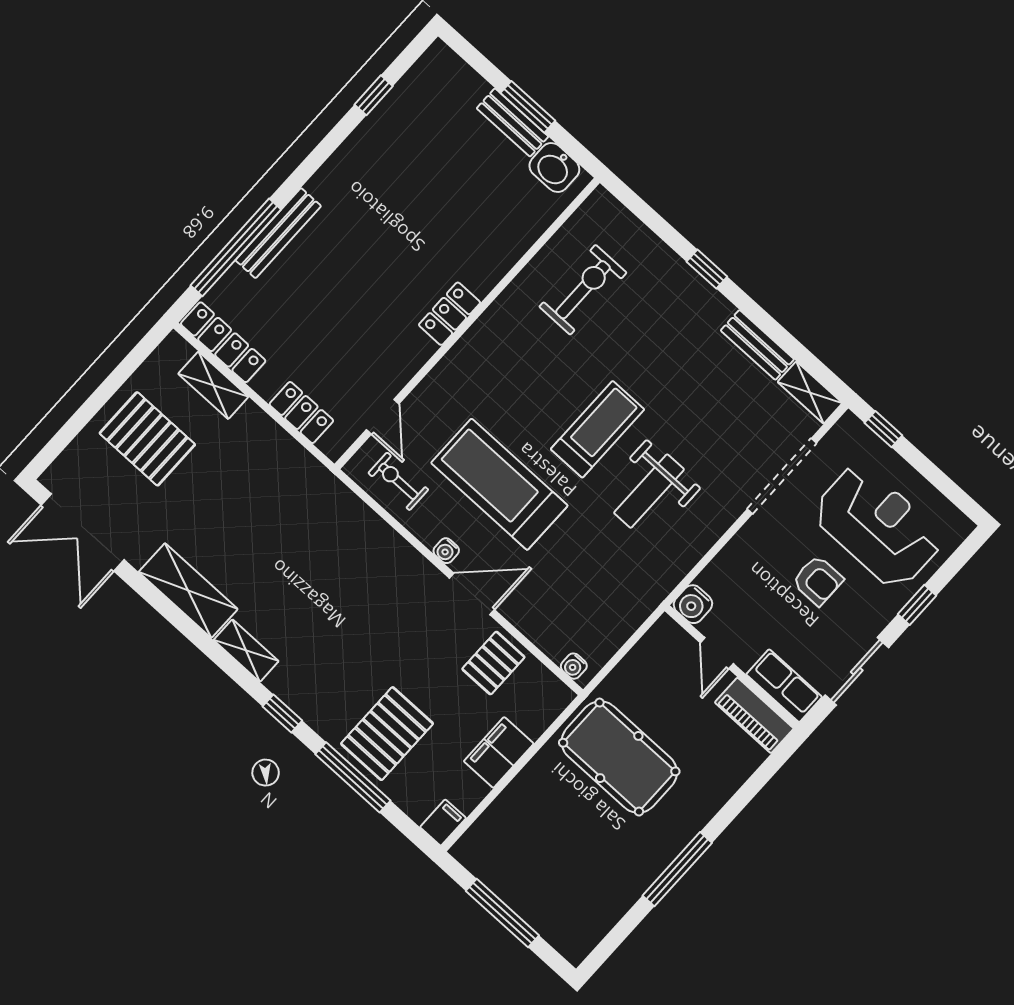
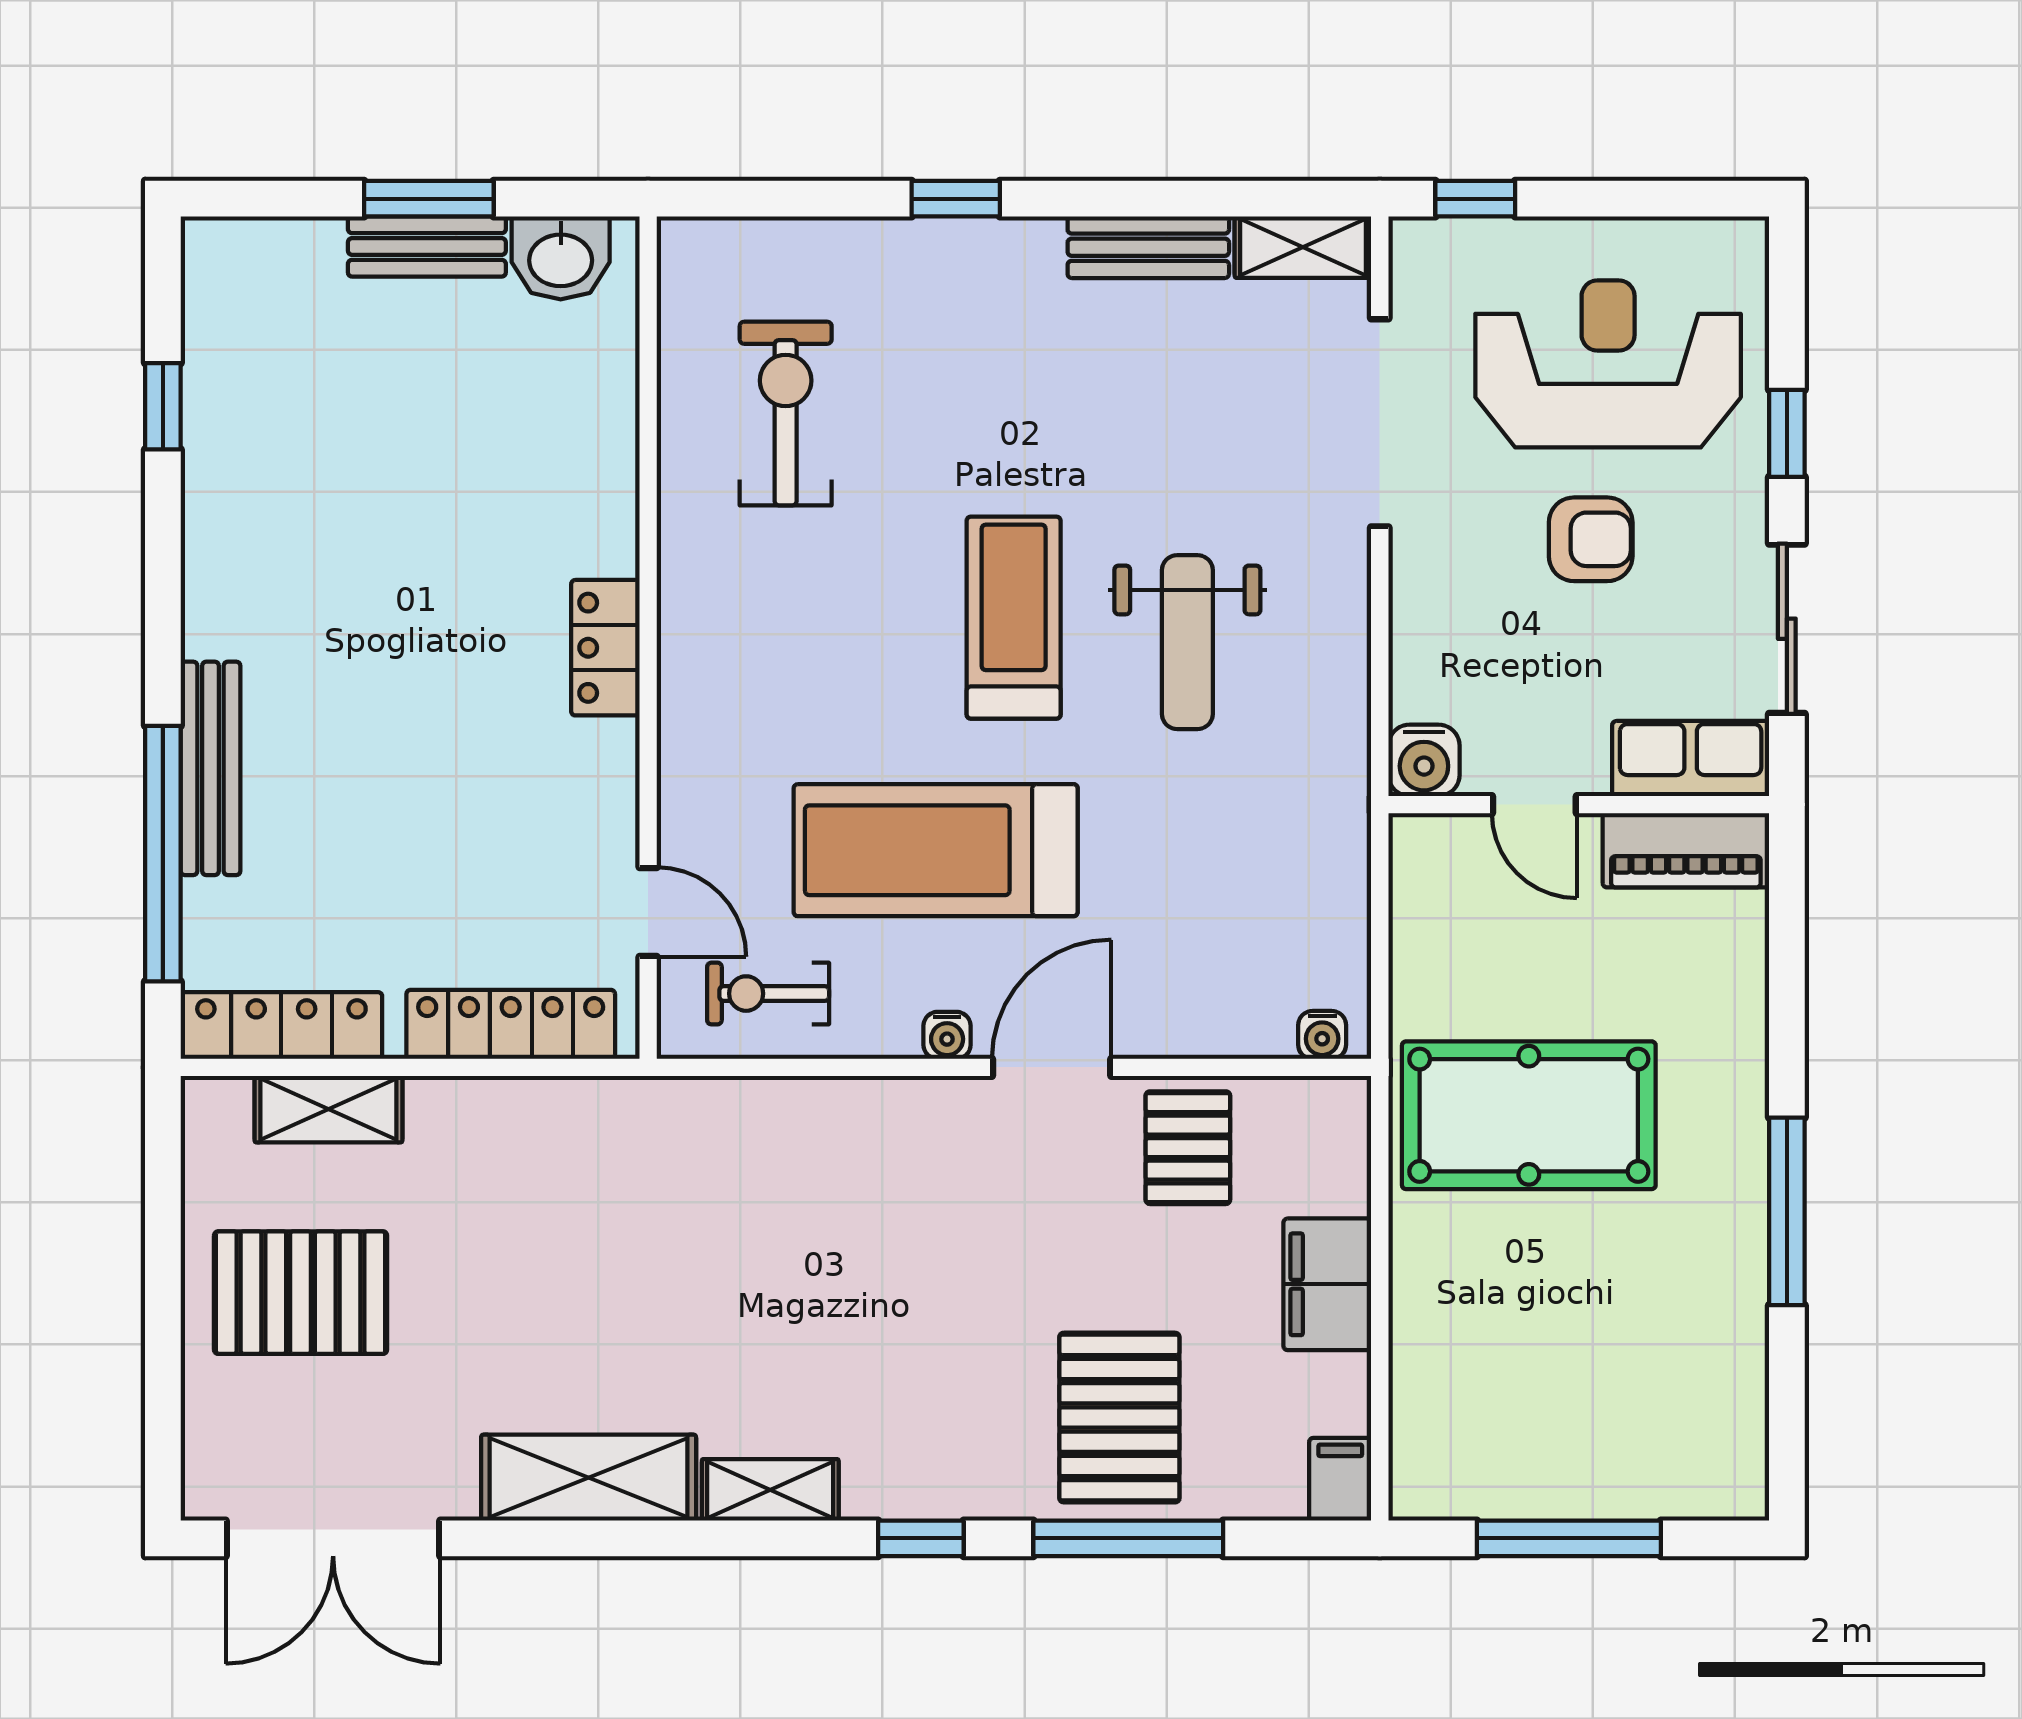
locker: (301, 413) -> (511, 1024), width x1.53

